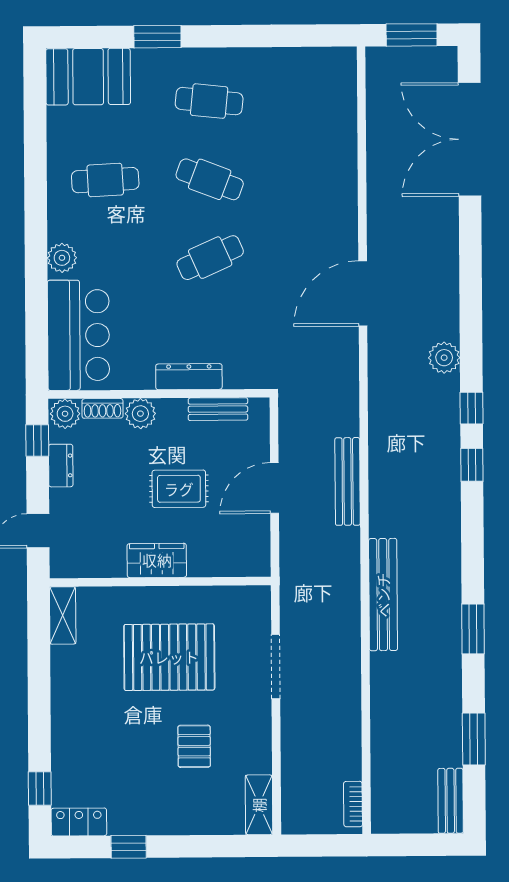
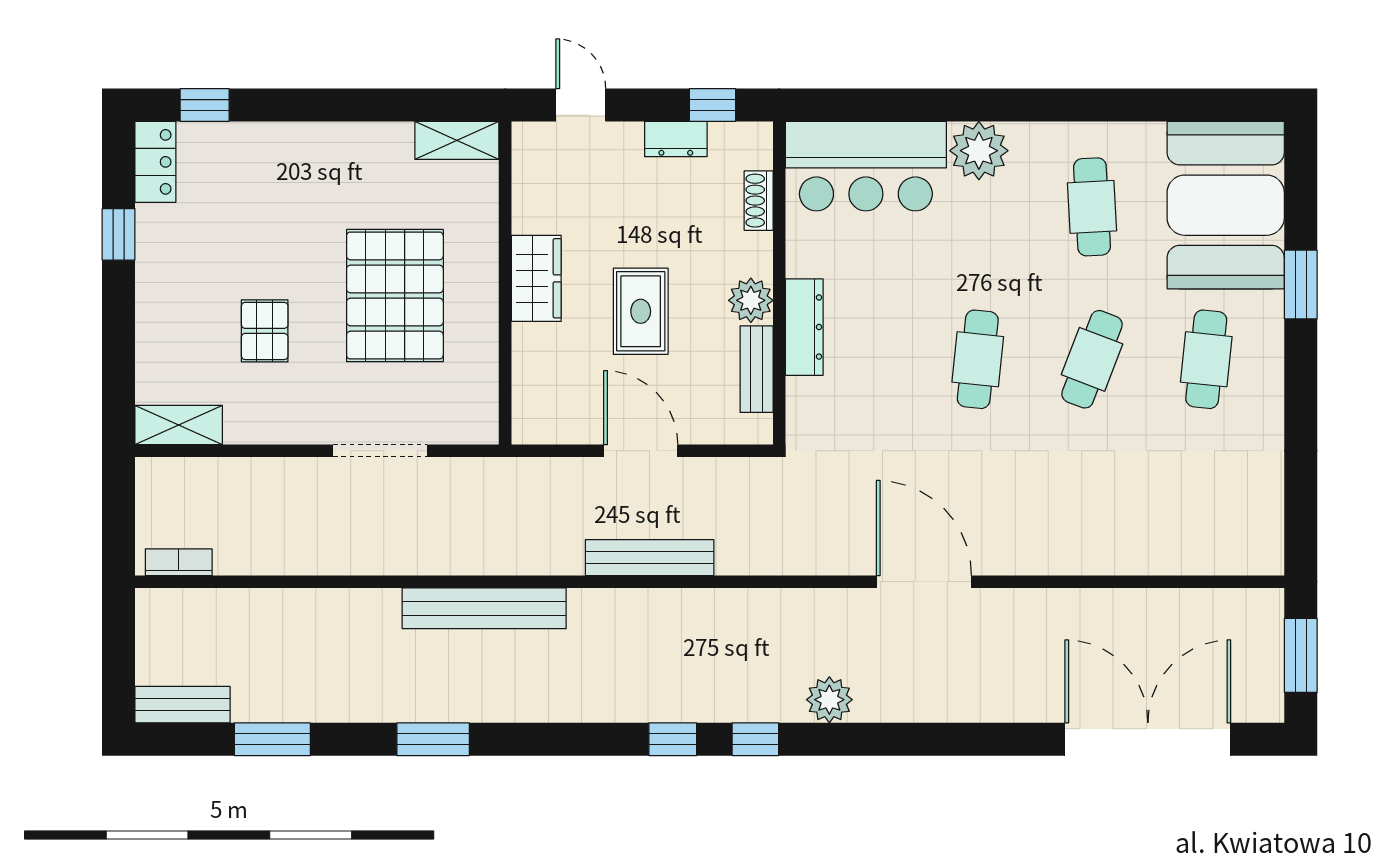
booth: (88, 77) -> (1226, 205), width x1.36, depth x1.42
plant: (62, 258) -> (979, 151), width x1.36, depth x1.36
cafe table: (210, 258) -> (978, 359), turned 30
plant: (65, 414) -> (751, 146), removed
plant: (140, 414) -> (751, 300), moved
pallet: (194, 746) -> (265, 331), turned 90

